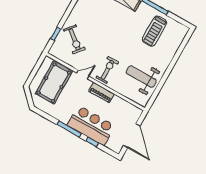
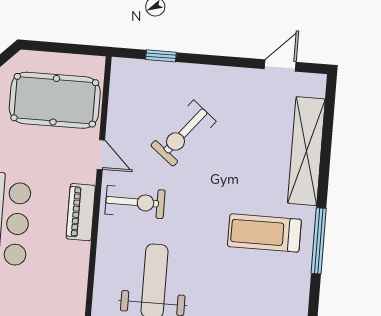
treadmill: (155, 31) -> (264, 233), moved
exercise bike: (74, 39) -> (183, 133), moved

